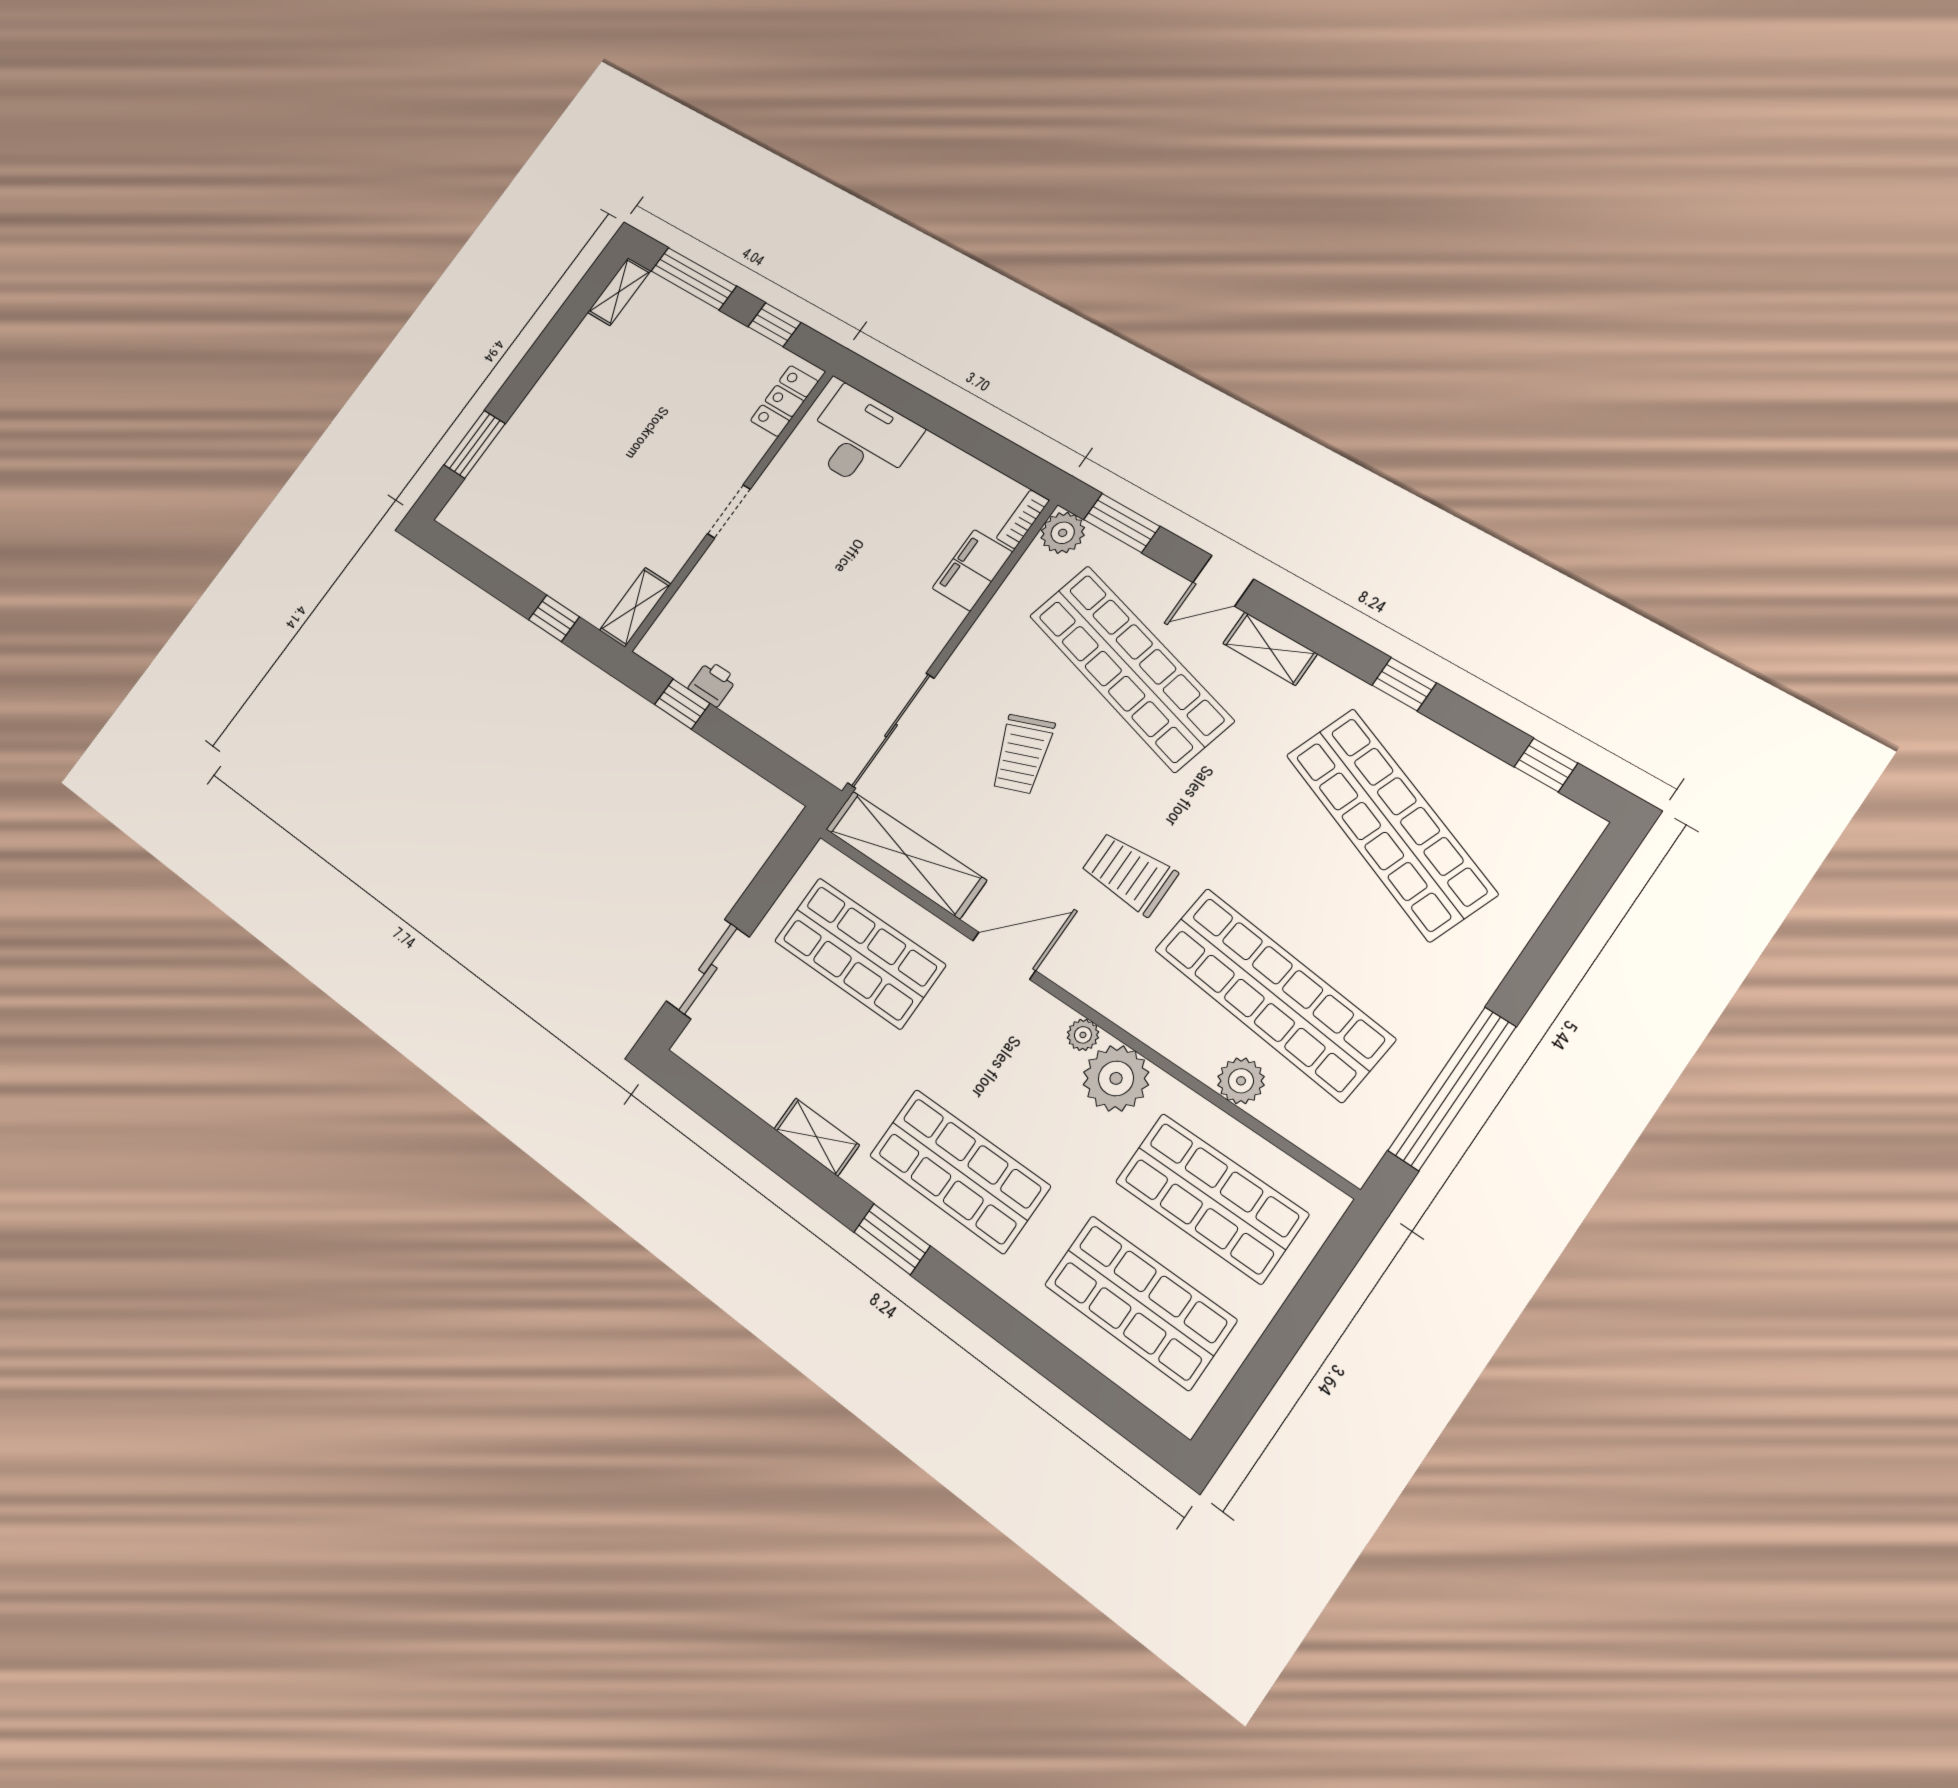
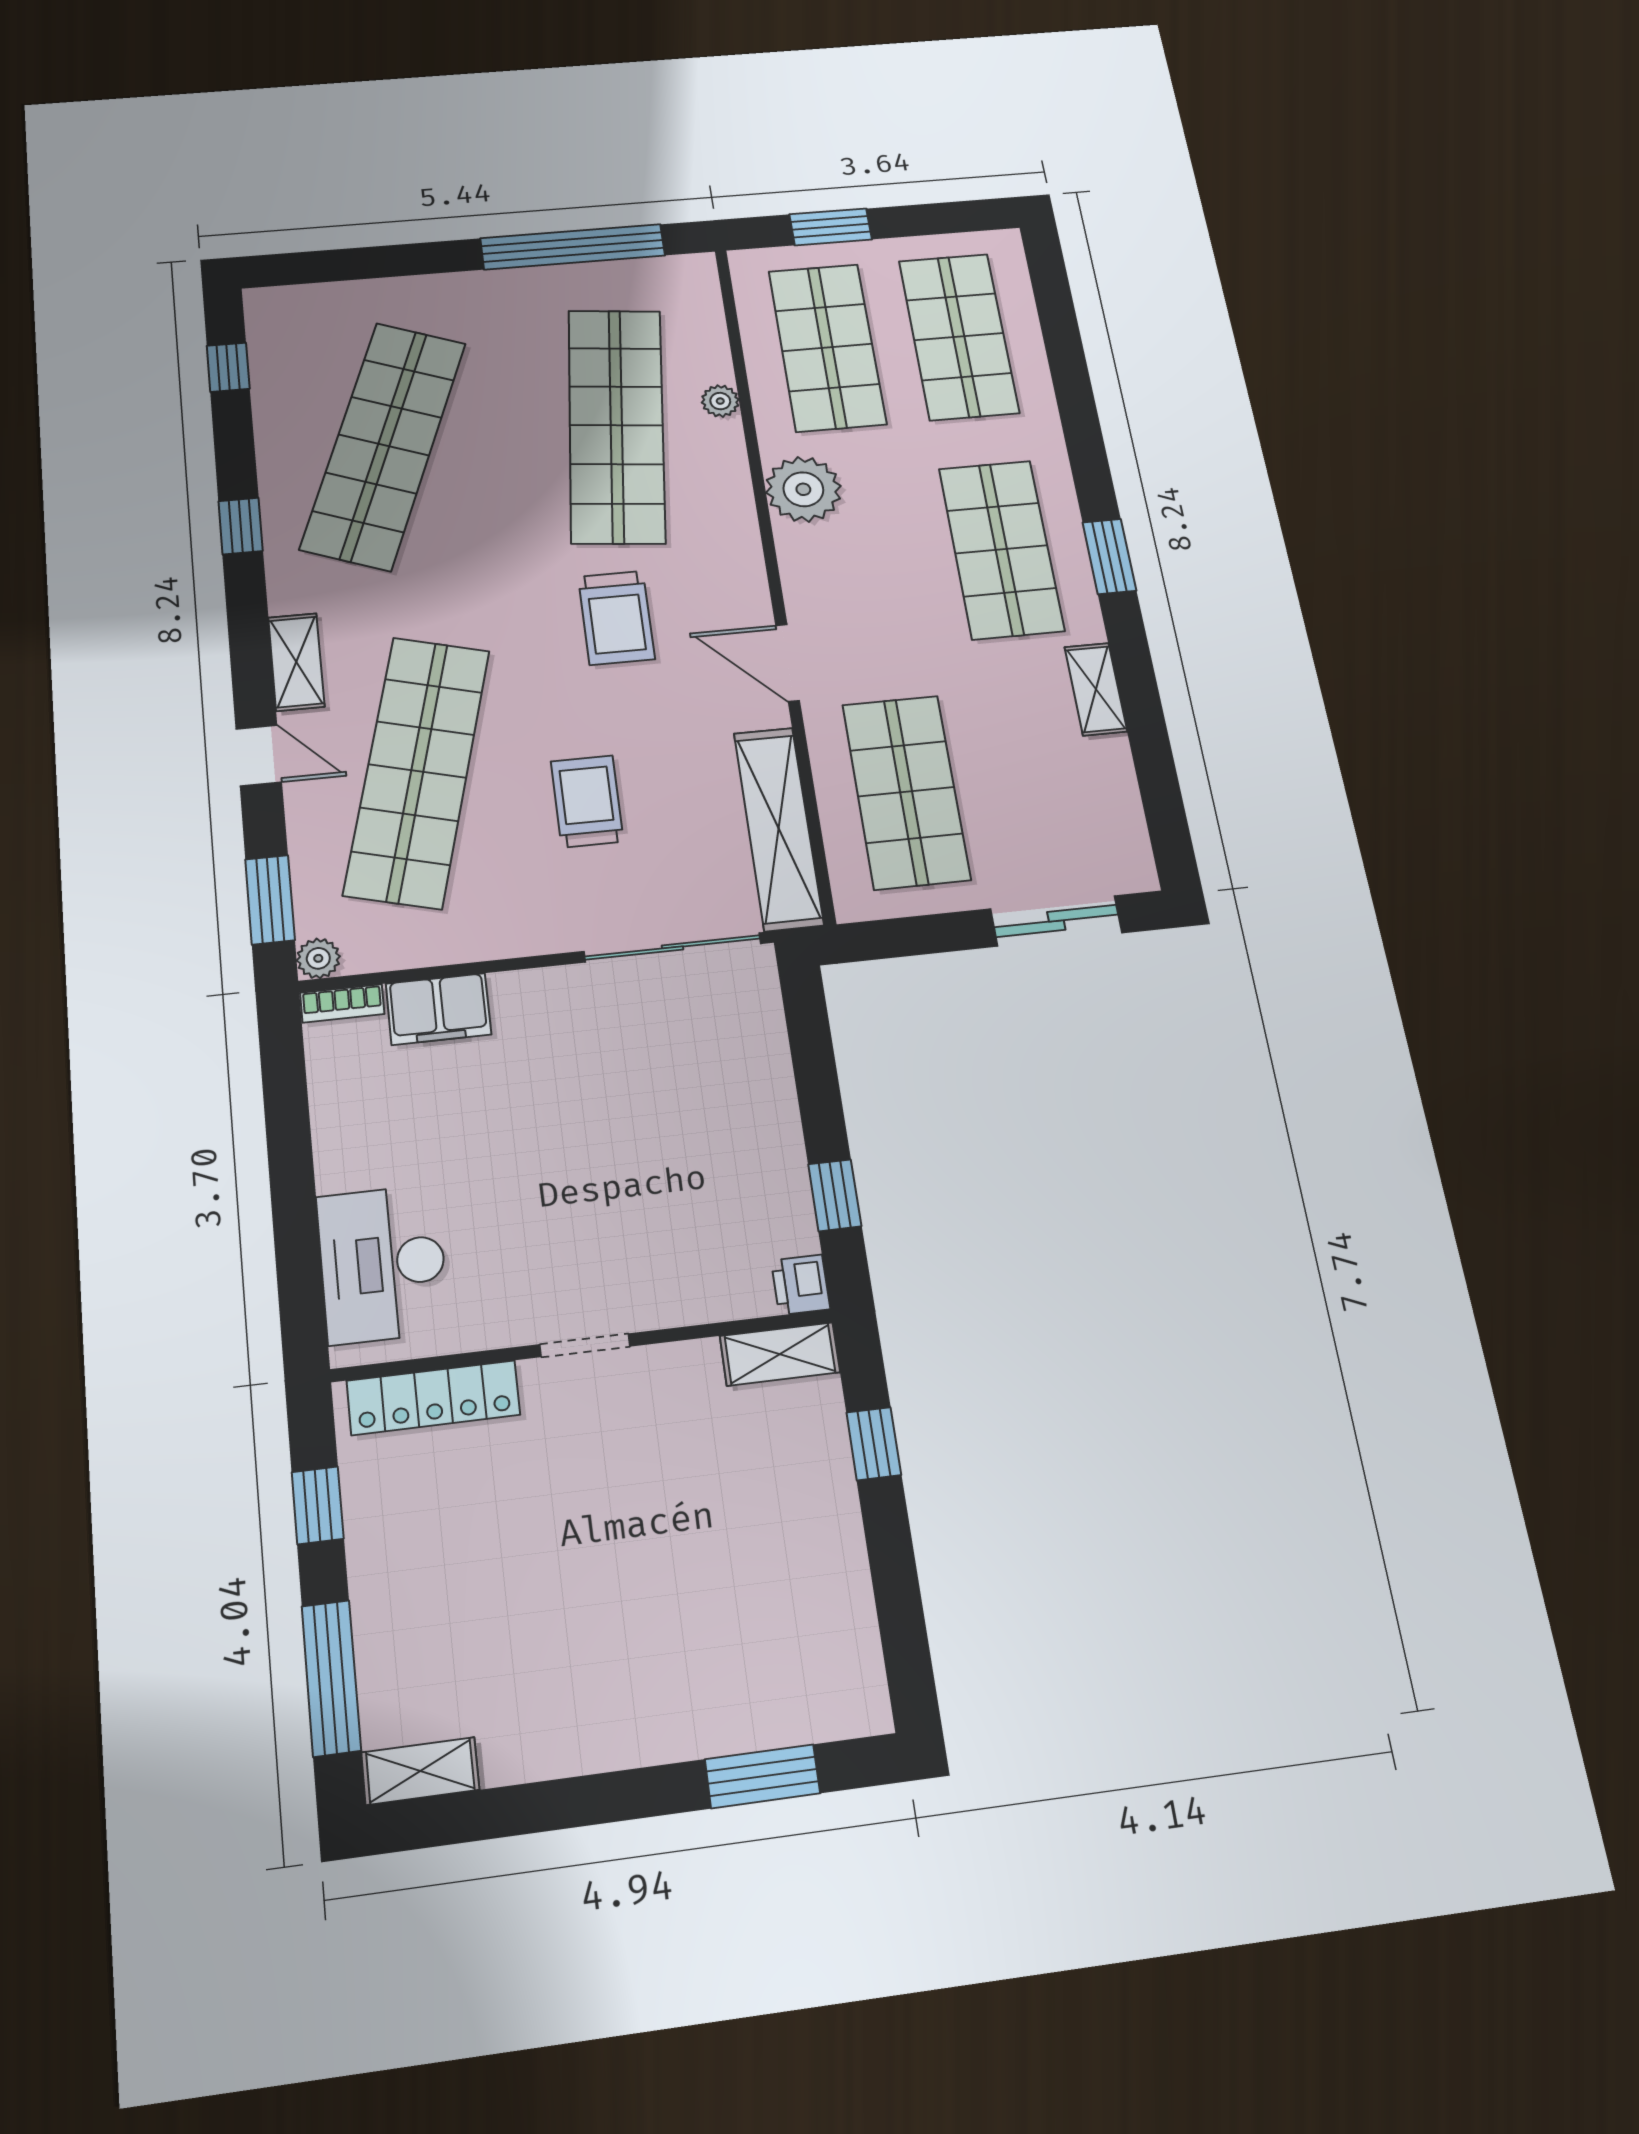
locker: (784, 401) -> (433, 1398), width x1.53
plant: (1063, 533) -> (318, 958), width x0.73, depth x0.73
printer: (713, 683) -> (801, 1285), moved
trolley: (1022, 754) -> (587, 801), turned -70
plant: (1083, 1035) -> (793, 543), removed
plant: (1241, 1081) -> (720, 401), width x0.73, depth x0.73
window: (1311, 1297) -> (831, 227), added

